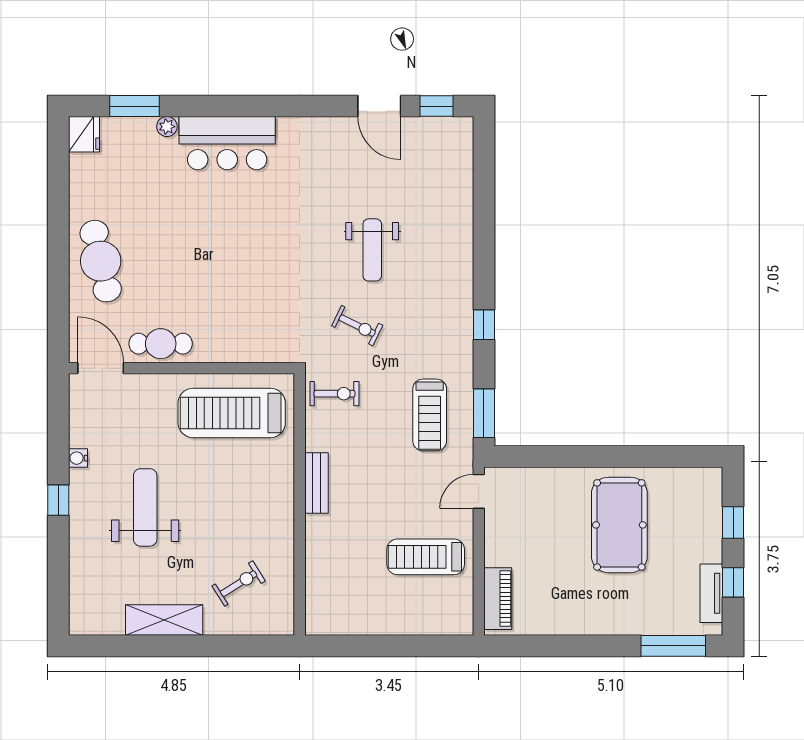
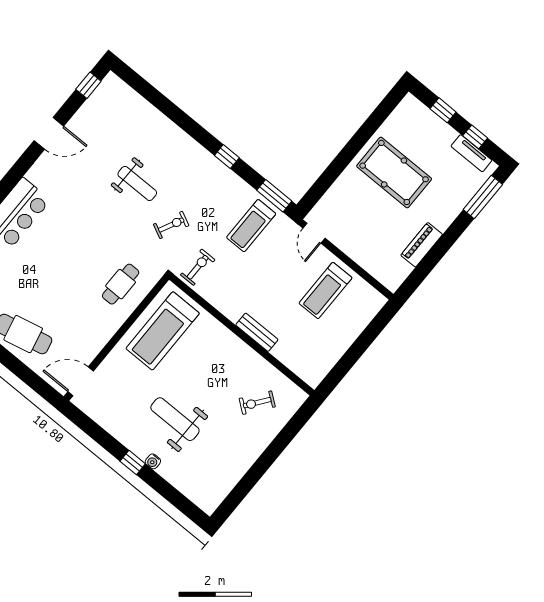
door: (379, 106) -> (49, 133), moved
cafe table: (161, 344) -> (121, 284), moved
treadmill: (430, 415) -> (251, 226), turned 90
water cooler: (78, 458) -> (153, 461), moved
bench: (316, 483) -> (257, 332), moved
exercise bike: (239, 584) -> (257, 403), turned -111
piano: (498, 599) -> (422, 245), moved, turned -90
shelving: (164, 620) -> (244, 459), removed

